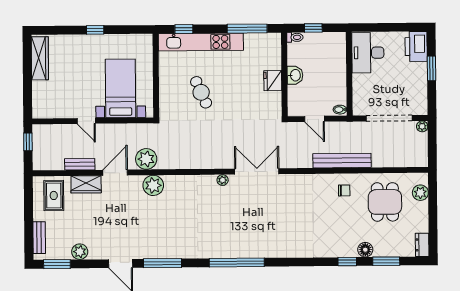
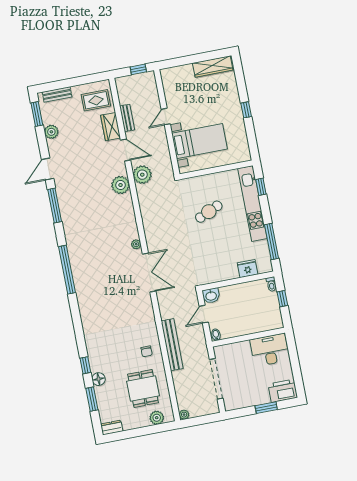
washbasin: (295, 75) -> (211, 296), moved
fridge: (273, 81) -> (248, 269), moved
plant: (422, 126) -> (184, 415), moved
dining table: (385, 202) -> (143, 388), turned 90

